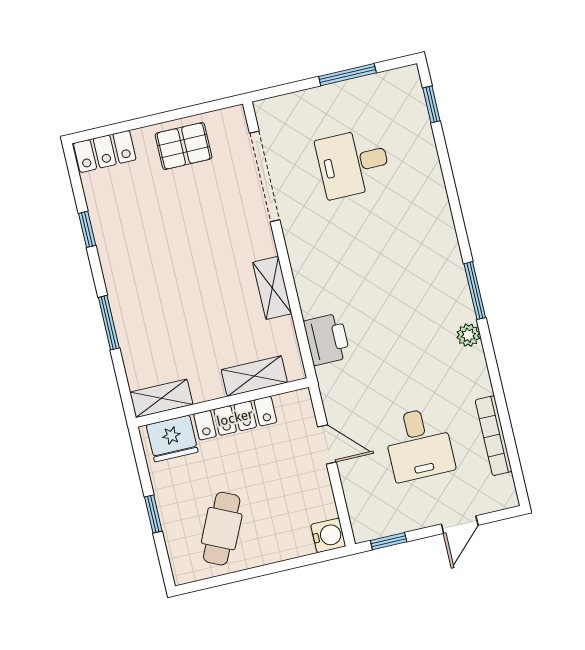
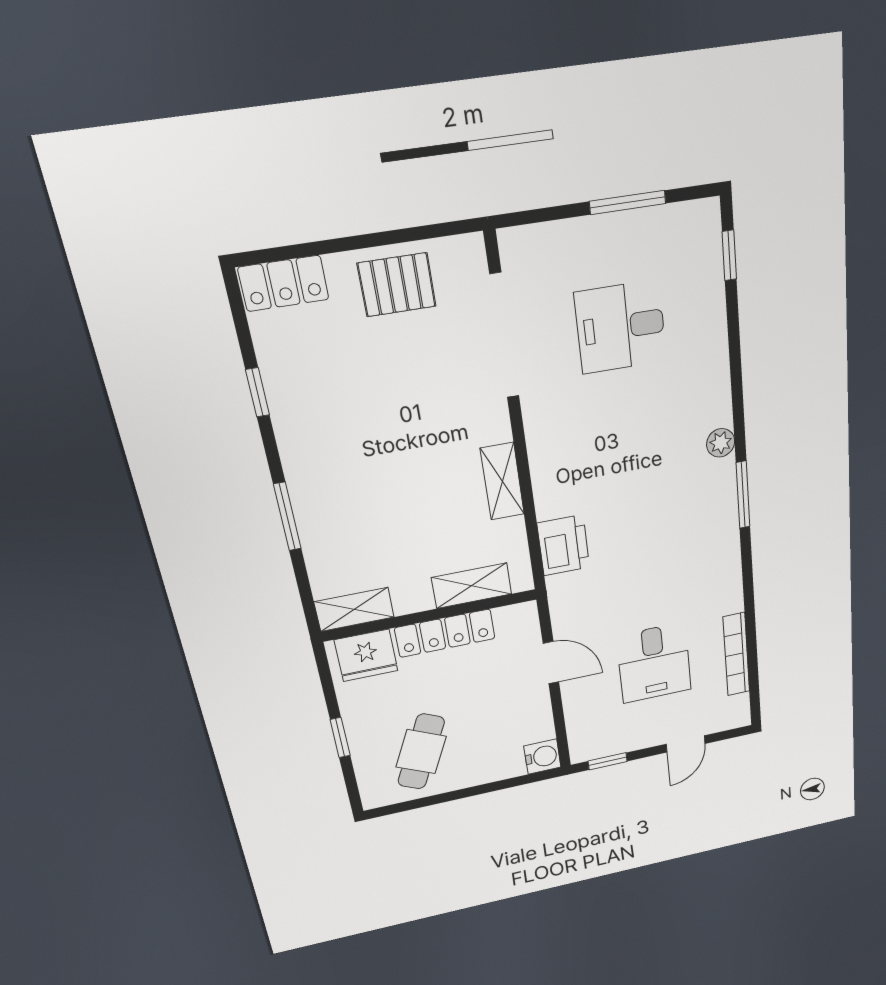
plant: (468, 335) -> (721, 443), moved

